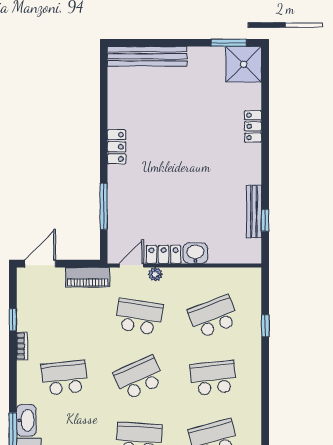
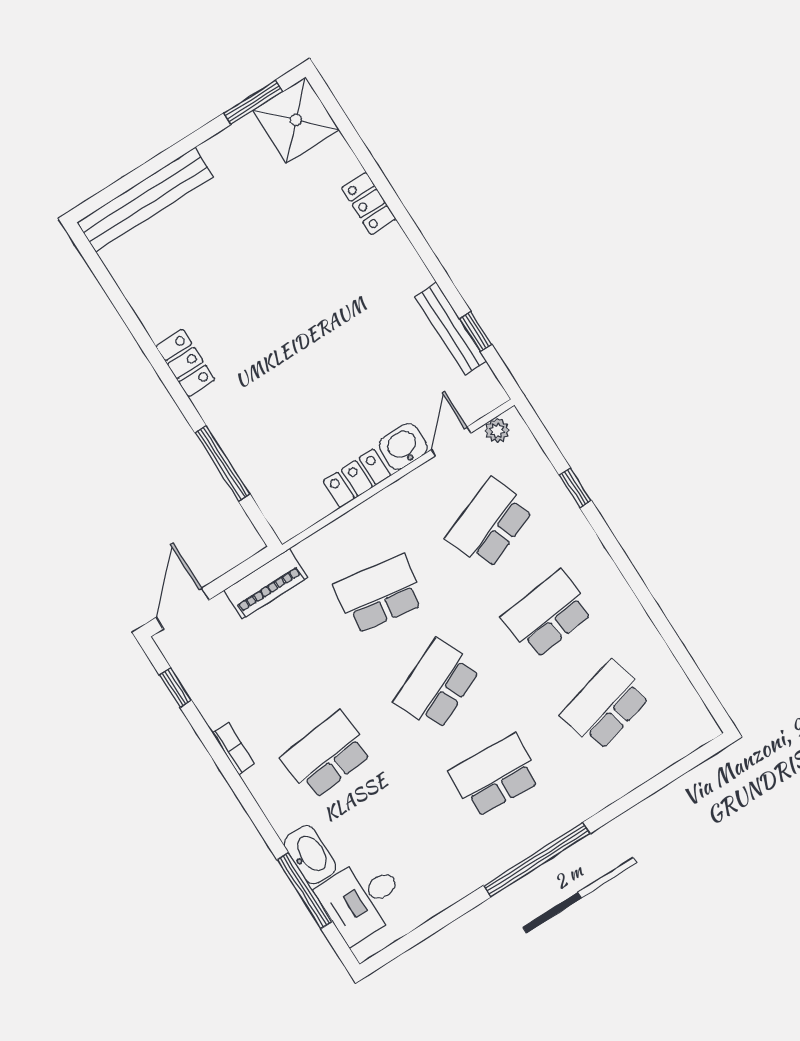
door: (131, 265) -> (451, 441), moved
plant: (155, 274) -> (497, 430), moved
window: (13, 320) -> (175, 688), moved

